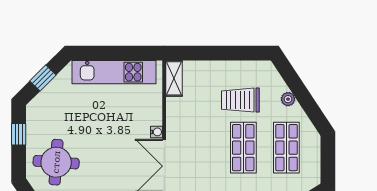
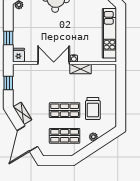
shelving: (174, 78) -> (81, 69), moved
trolley: (240, 100) -> (93, 108), turned 180

